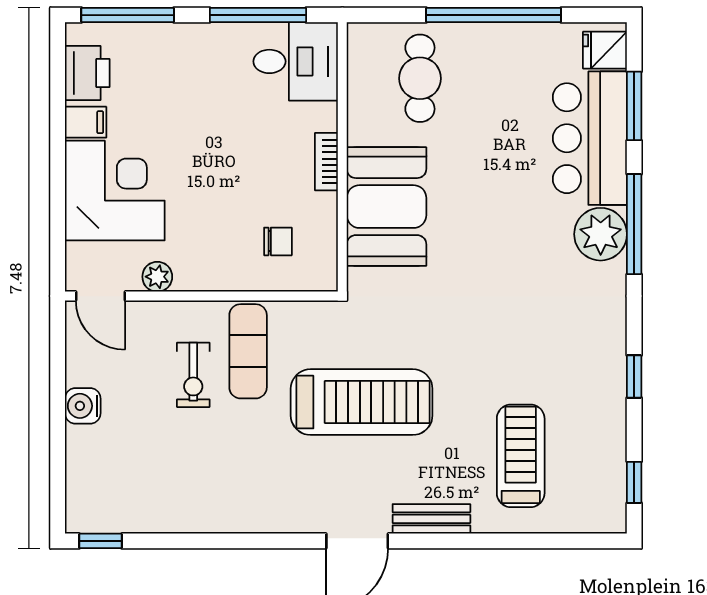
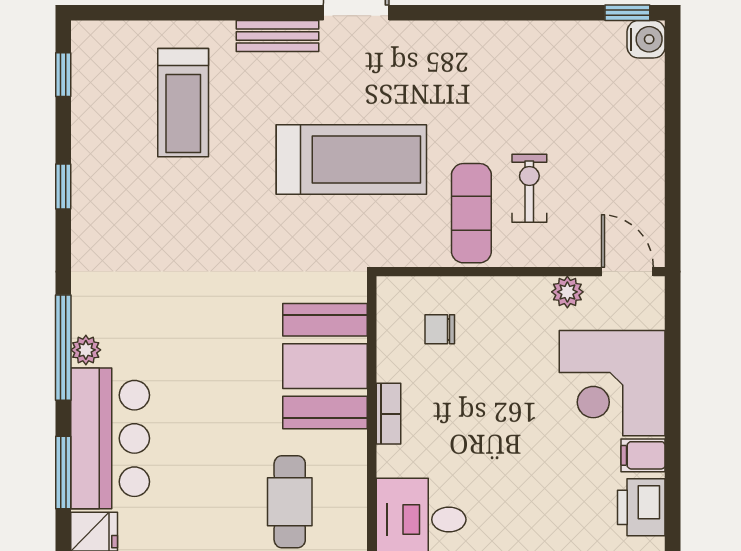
plant: (601, 234) -> (86, 350), width x0.53, depth x0.53
treadmill: (362, 402) -> (351, 160), turned 180
water cooler: (83, 406) -> (646, 39), moved

